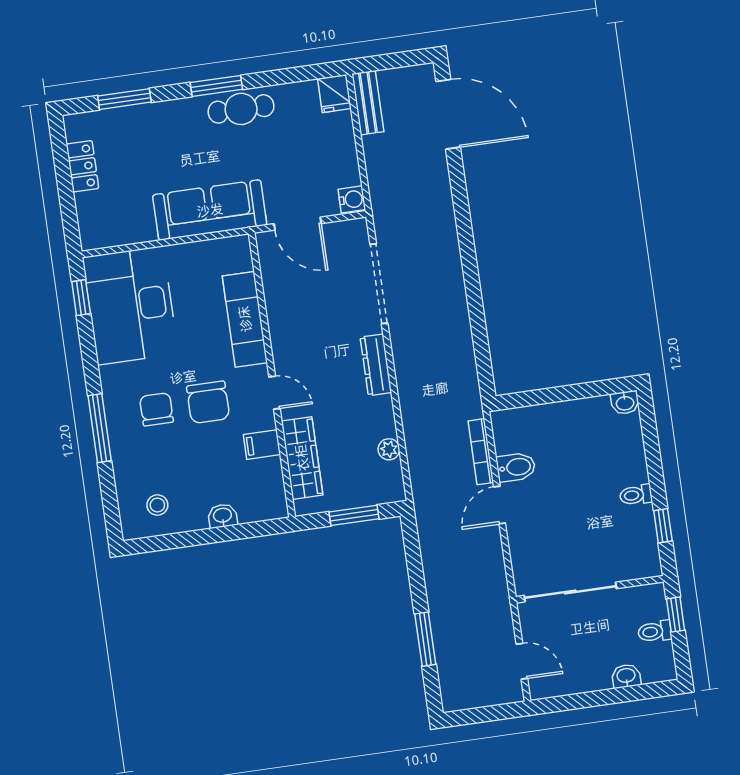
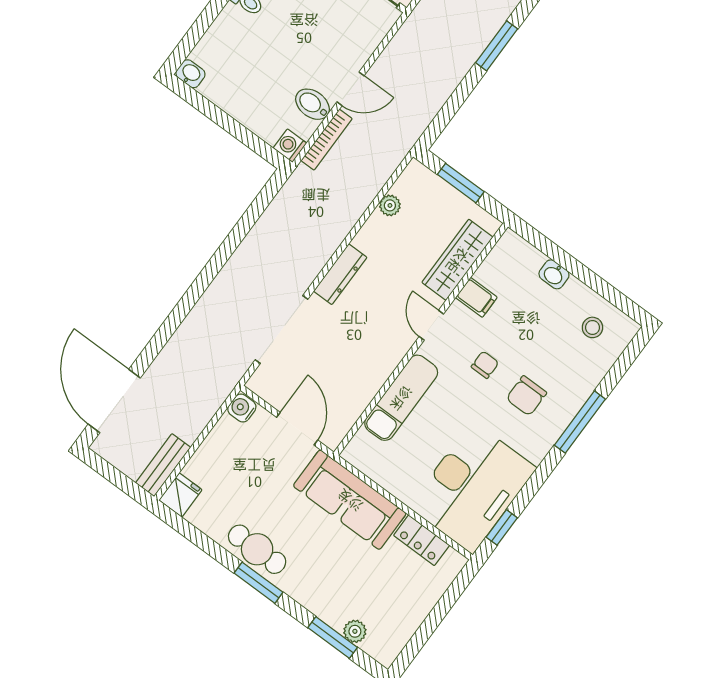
plant: (113, 119) -> (355, 631), added
locker: (82, 166) -> (422, 540), moved, turned -90
chair: (208, 402) -> (485, 365), width x0.54, depth x0.54
washing machine: (503, 421) -> (290, 146), added

